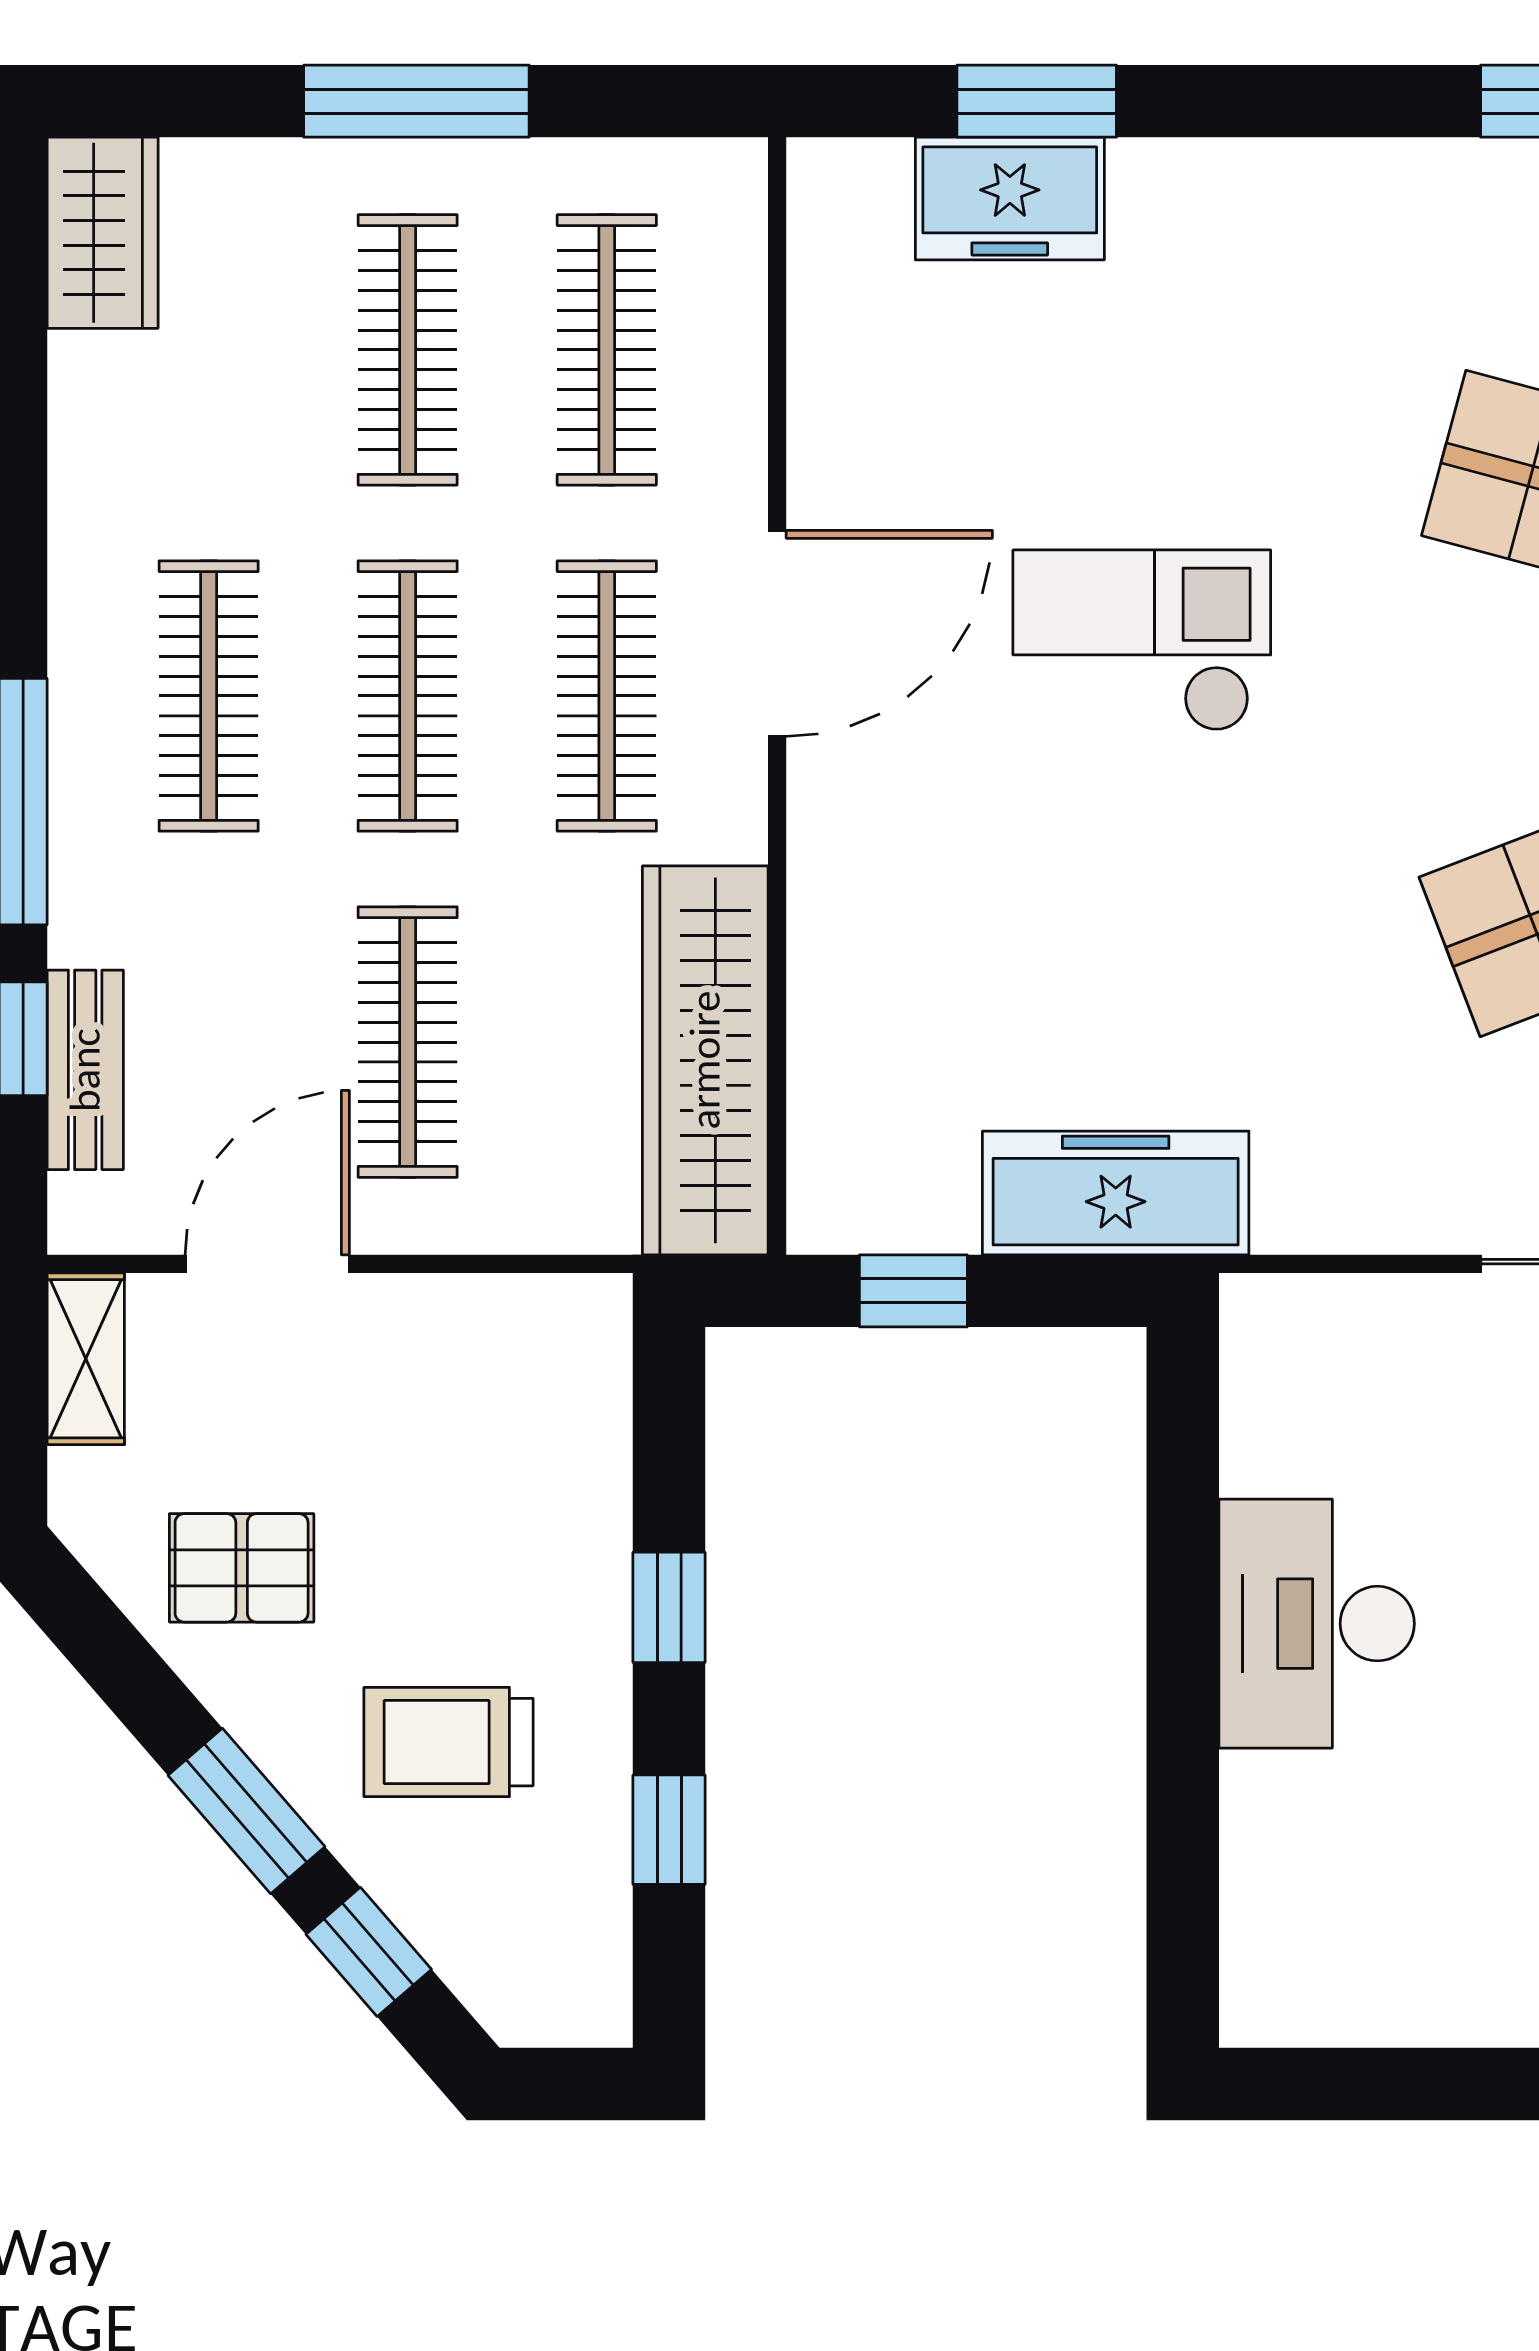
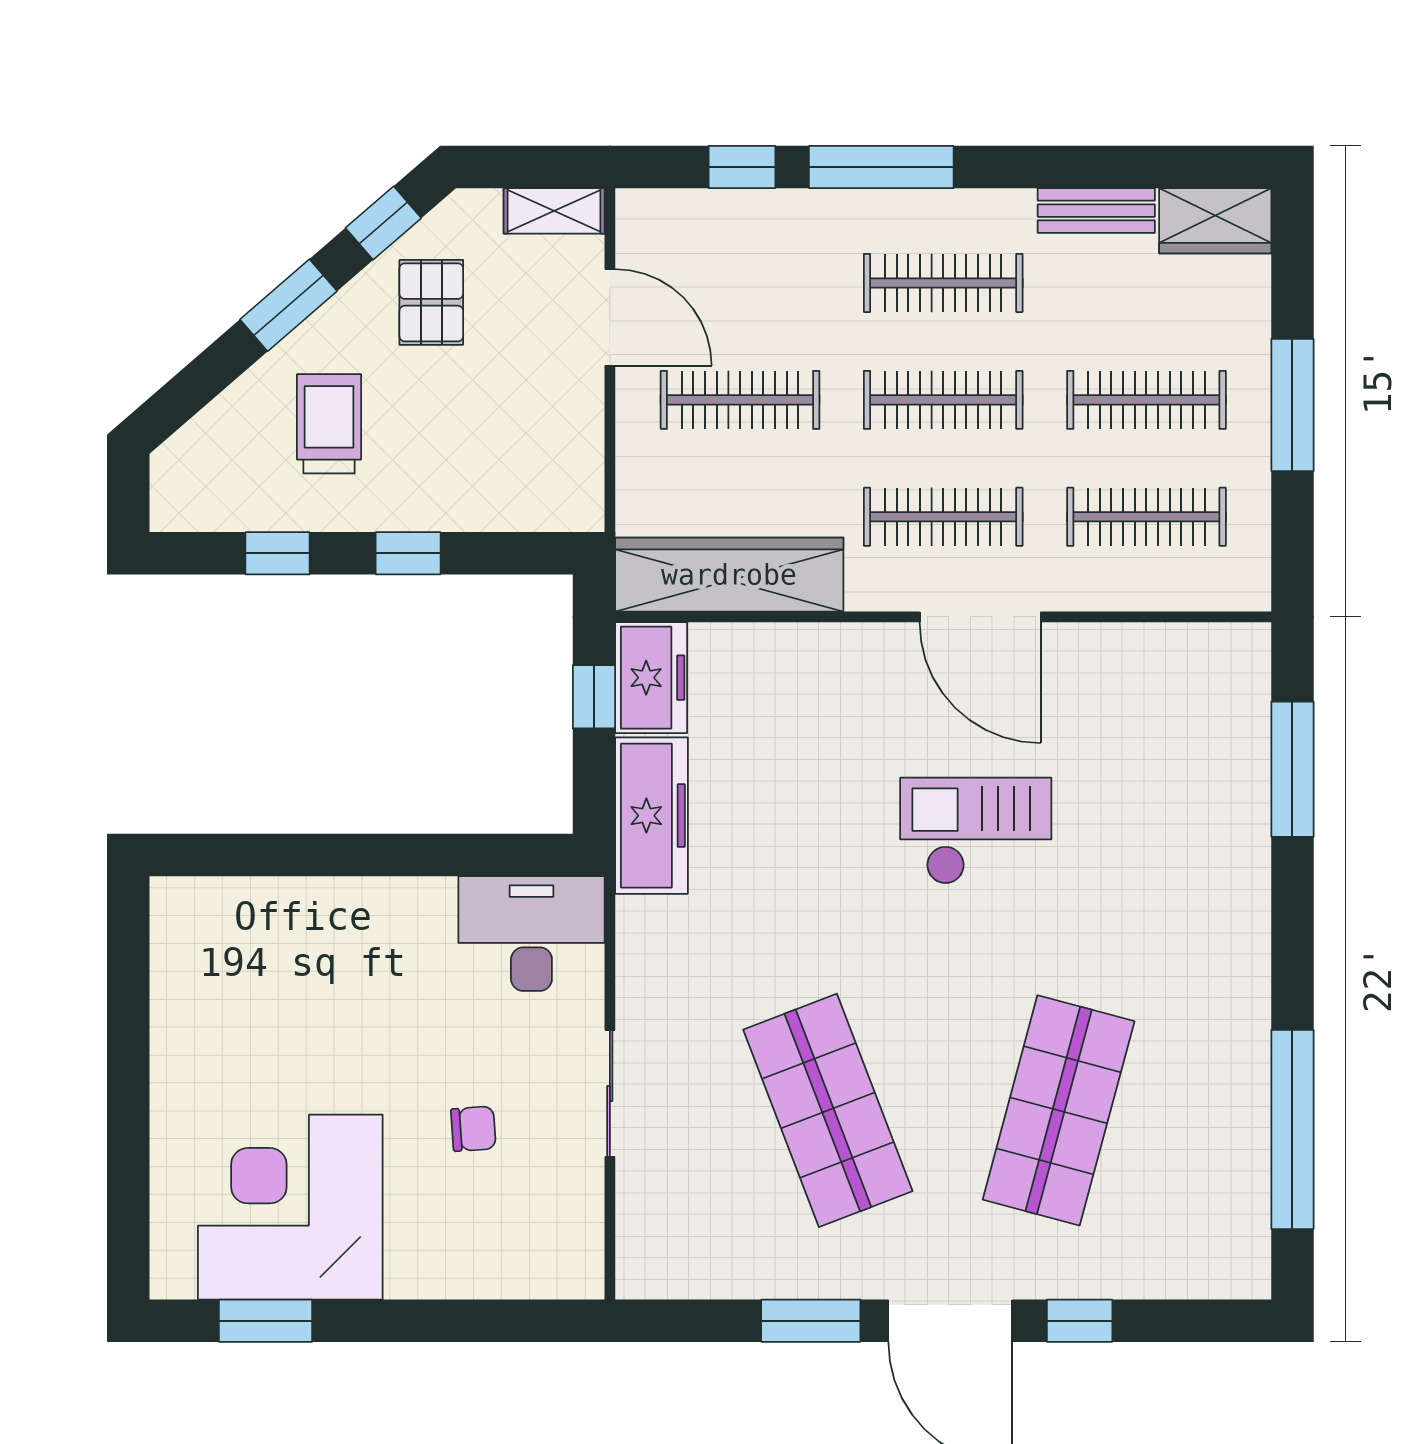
window: (1037, 101) -> (1292, 769), width x1.44
freezer: (1010, 199) -> (651, 678), moved, turned 180
checkout: (1142, 640) -> (976, 831), turned -90
bench: (85, 1070) -> (1096, 211), moved
desk: (1317, 1624) -> (531, 934), moved
window: (369, 1952) -> (383, 223), moved

